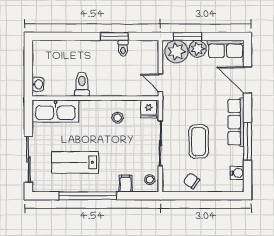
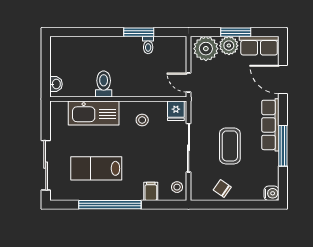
window: (187, 36) -> (236, 32), moved
kitchen sink: (55, 111) -> (94, 113), moved
water cooler: (237, 173) -> (271, 193), moved

